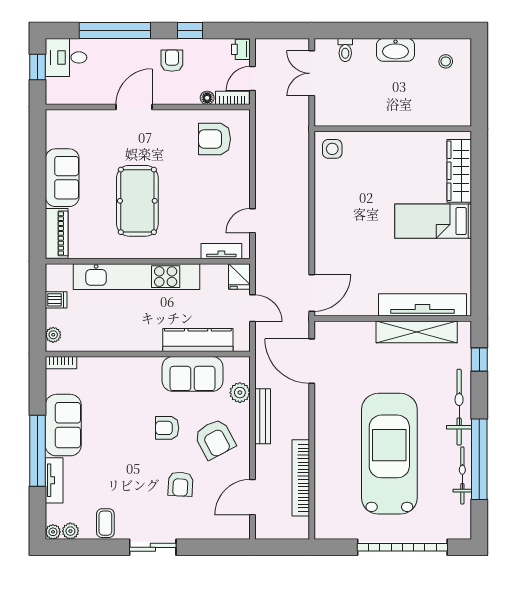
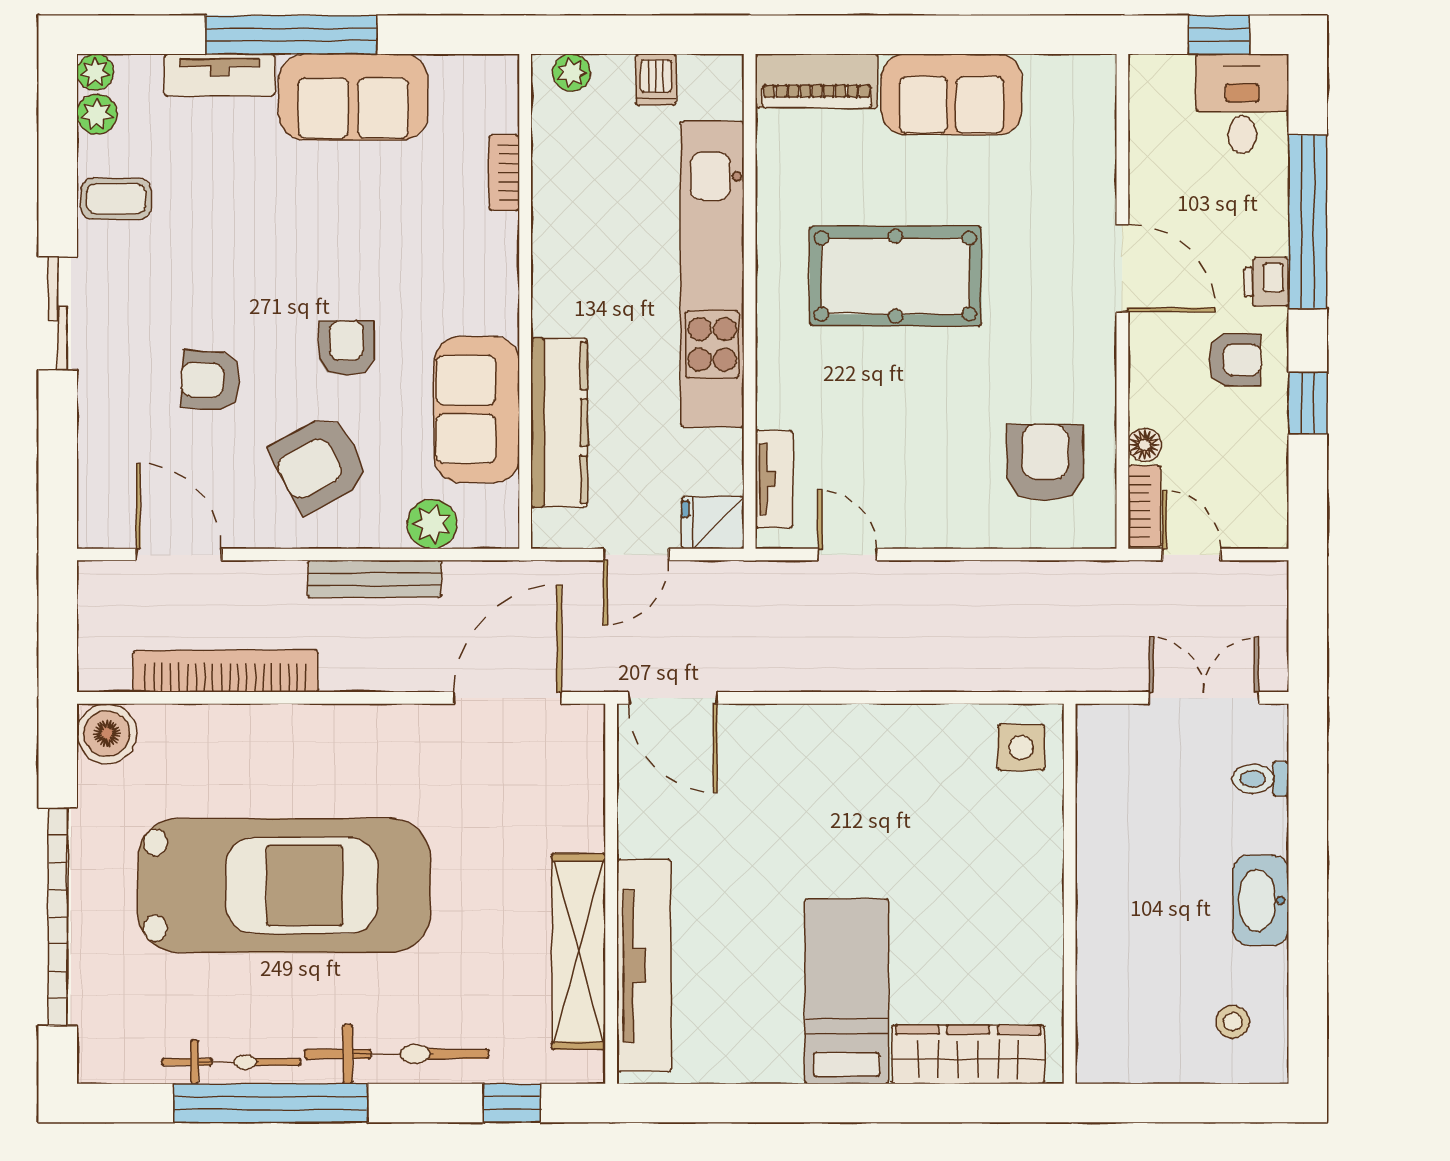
printer: (241, 49) -> (1266, 282), moved, turned -90
bookcase: (61, 363) -> (504, 173), moved
boiler: (327, 527) -> (107, 734), added

